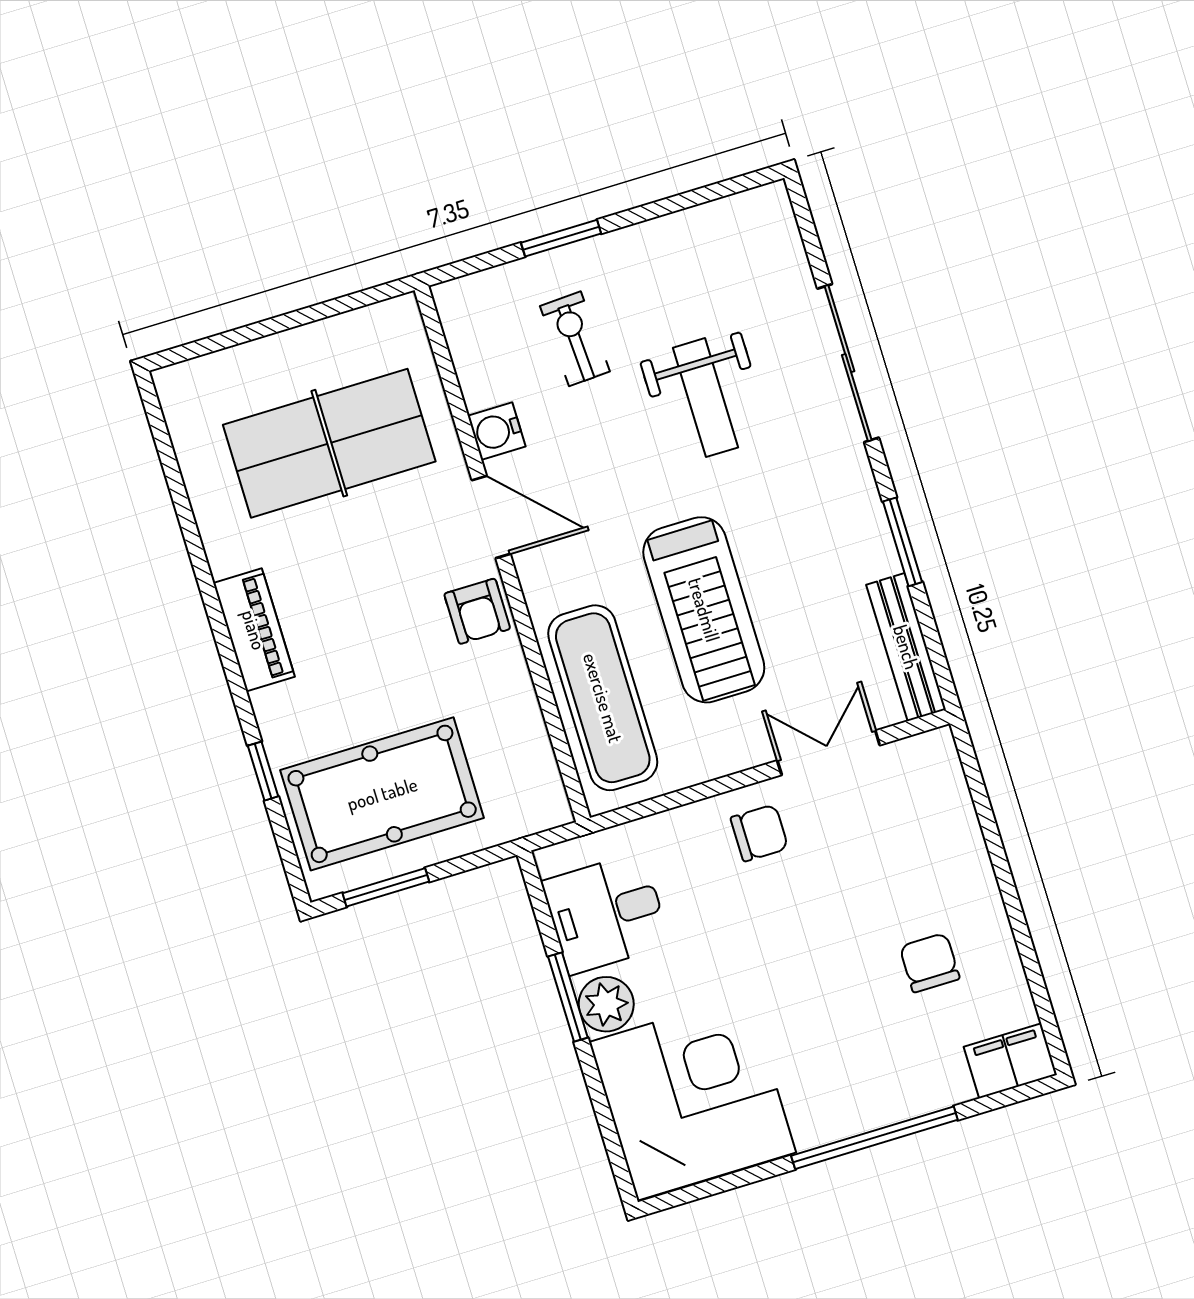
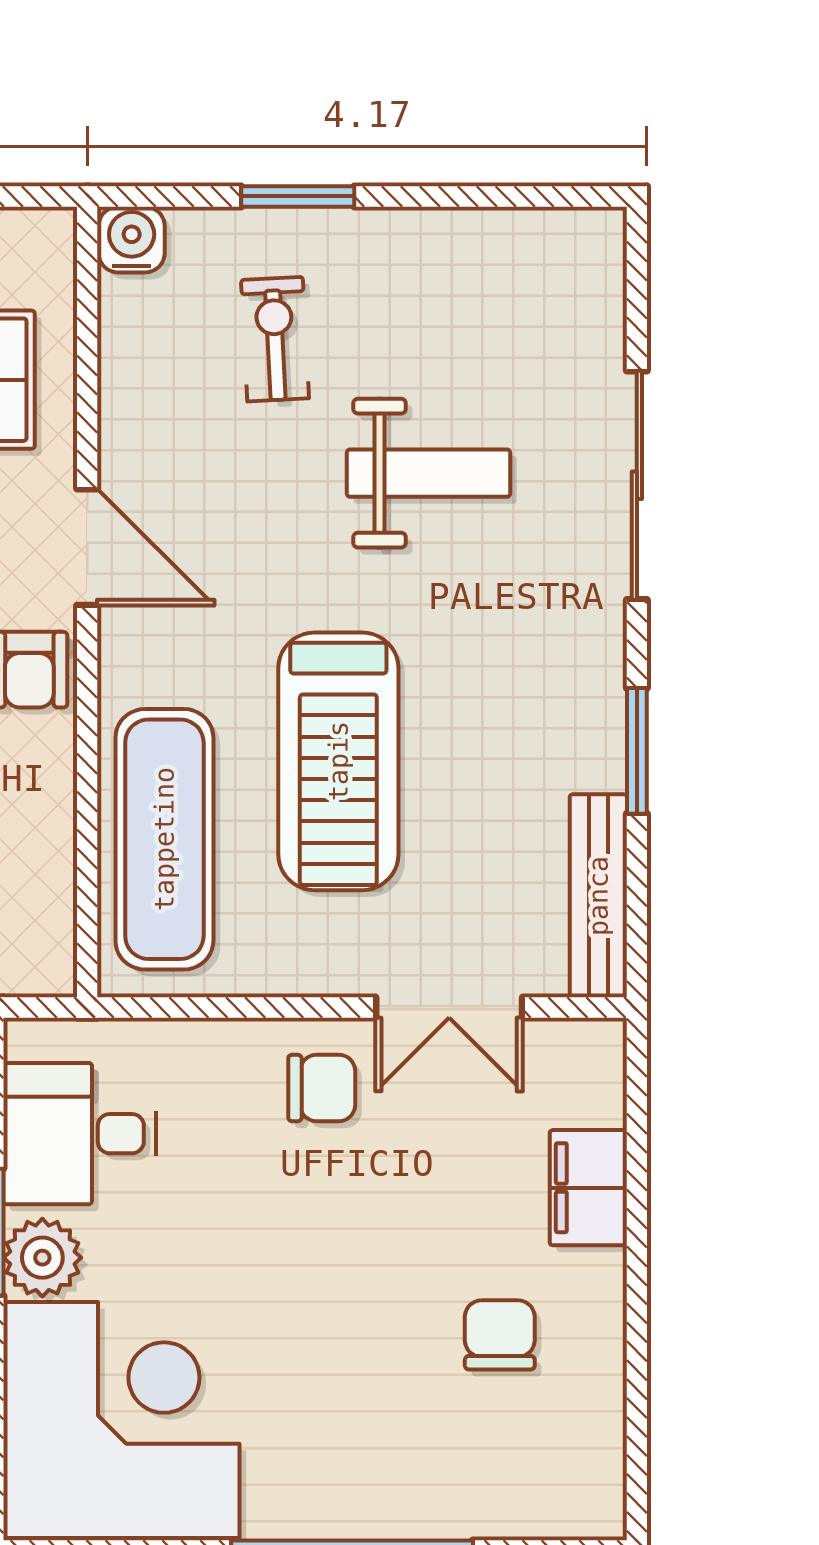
weight bench: (706, 398) -> (428, 473), turned -90
water cooler: (497, 431) -> (132, 240), moved, turned 90
double door: (829, 753) -> (449, 1008), swing flipped
filing cabinet: (1010, 1061) -> (588, 1188), moved, turned -90

